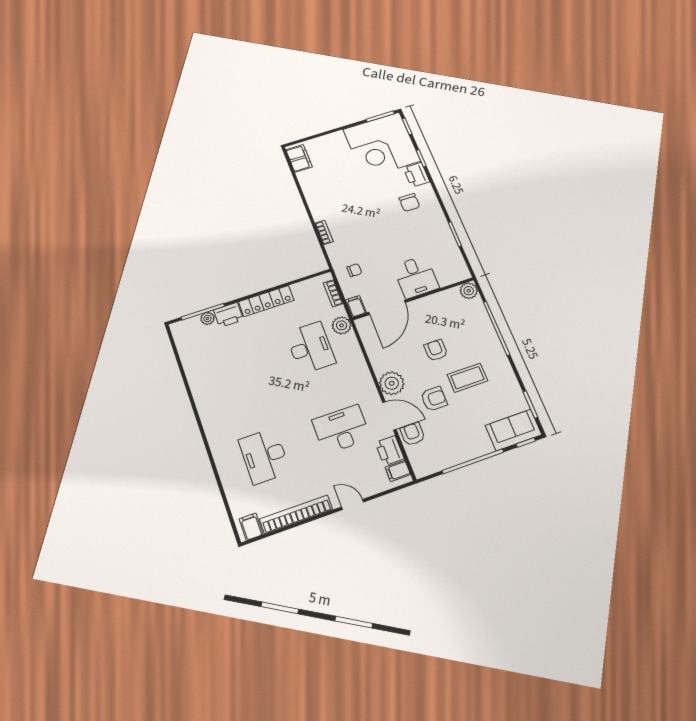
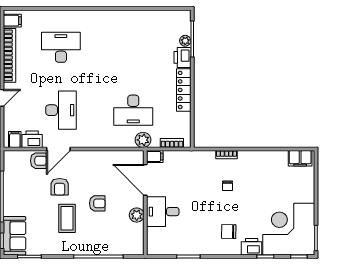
chair: (354, 270) -> (227, 186), moved
plant: (469, 291) -> (137, 215), moved
plant: (392, 383) -> (83, 160), removed

